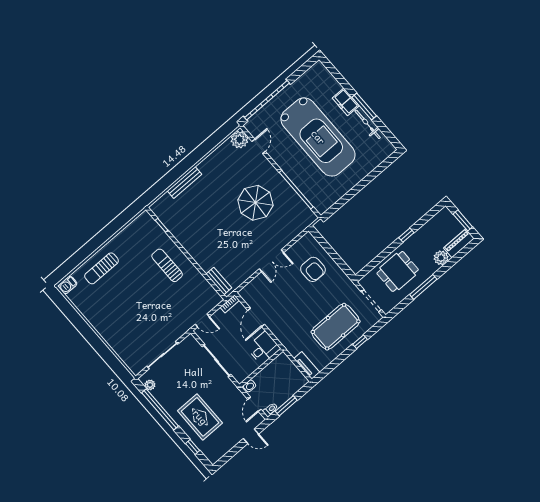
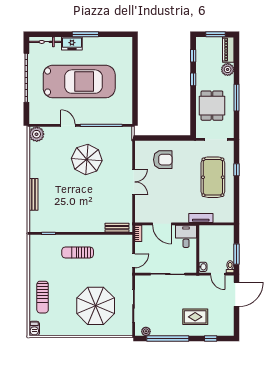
garage door: (267, 100) -> (26, 78), moved
bicycle: (368, 124) -> (45, 42), moved
door: (259, 146) -> (68, 125), moved
window: (427, 217) -> (193, 56), added
parasol: (134, 321) -> (96, 306), added
tv unit: (307, 365) -> (201, 218), moved
rug: (200, 417) -> (195, 317), width x0.73, depth x0.70
door: (251, 436) -> (237, 294), width x1.88

